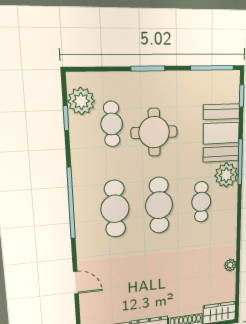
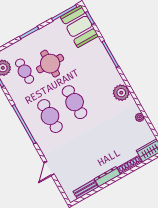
booth: (221, 133) -> (79, 26), moved
plant: (226, 175) -> (121, 93), moved
cafe table: (201, 202) -> (99, 88), removed
door: (76, 283) -> (49, 168), swing flipped

